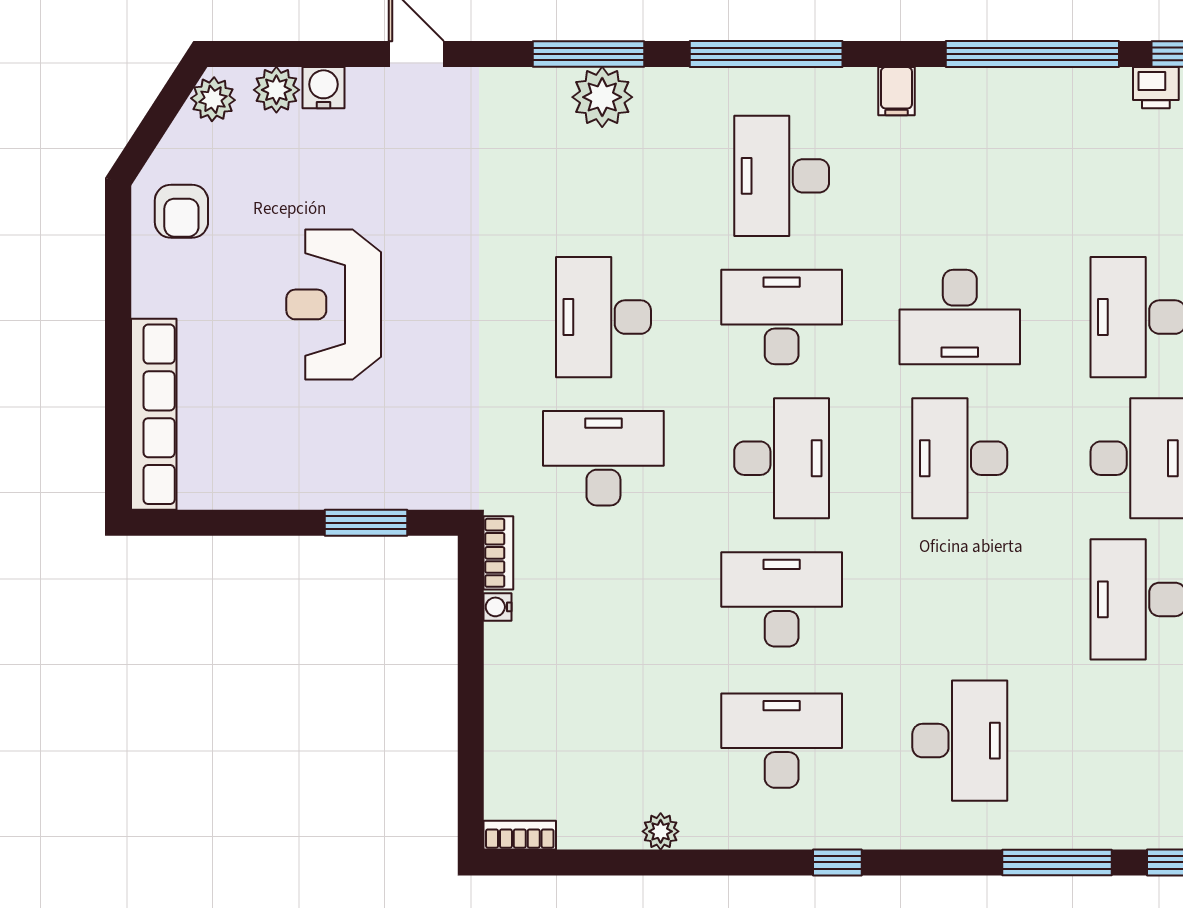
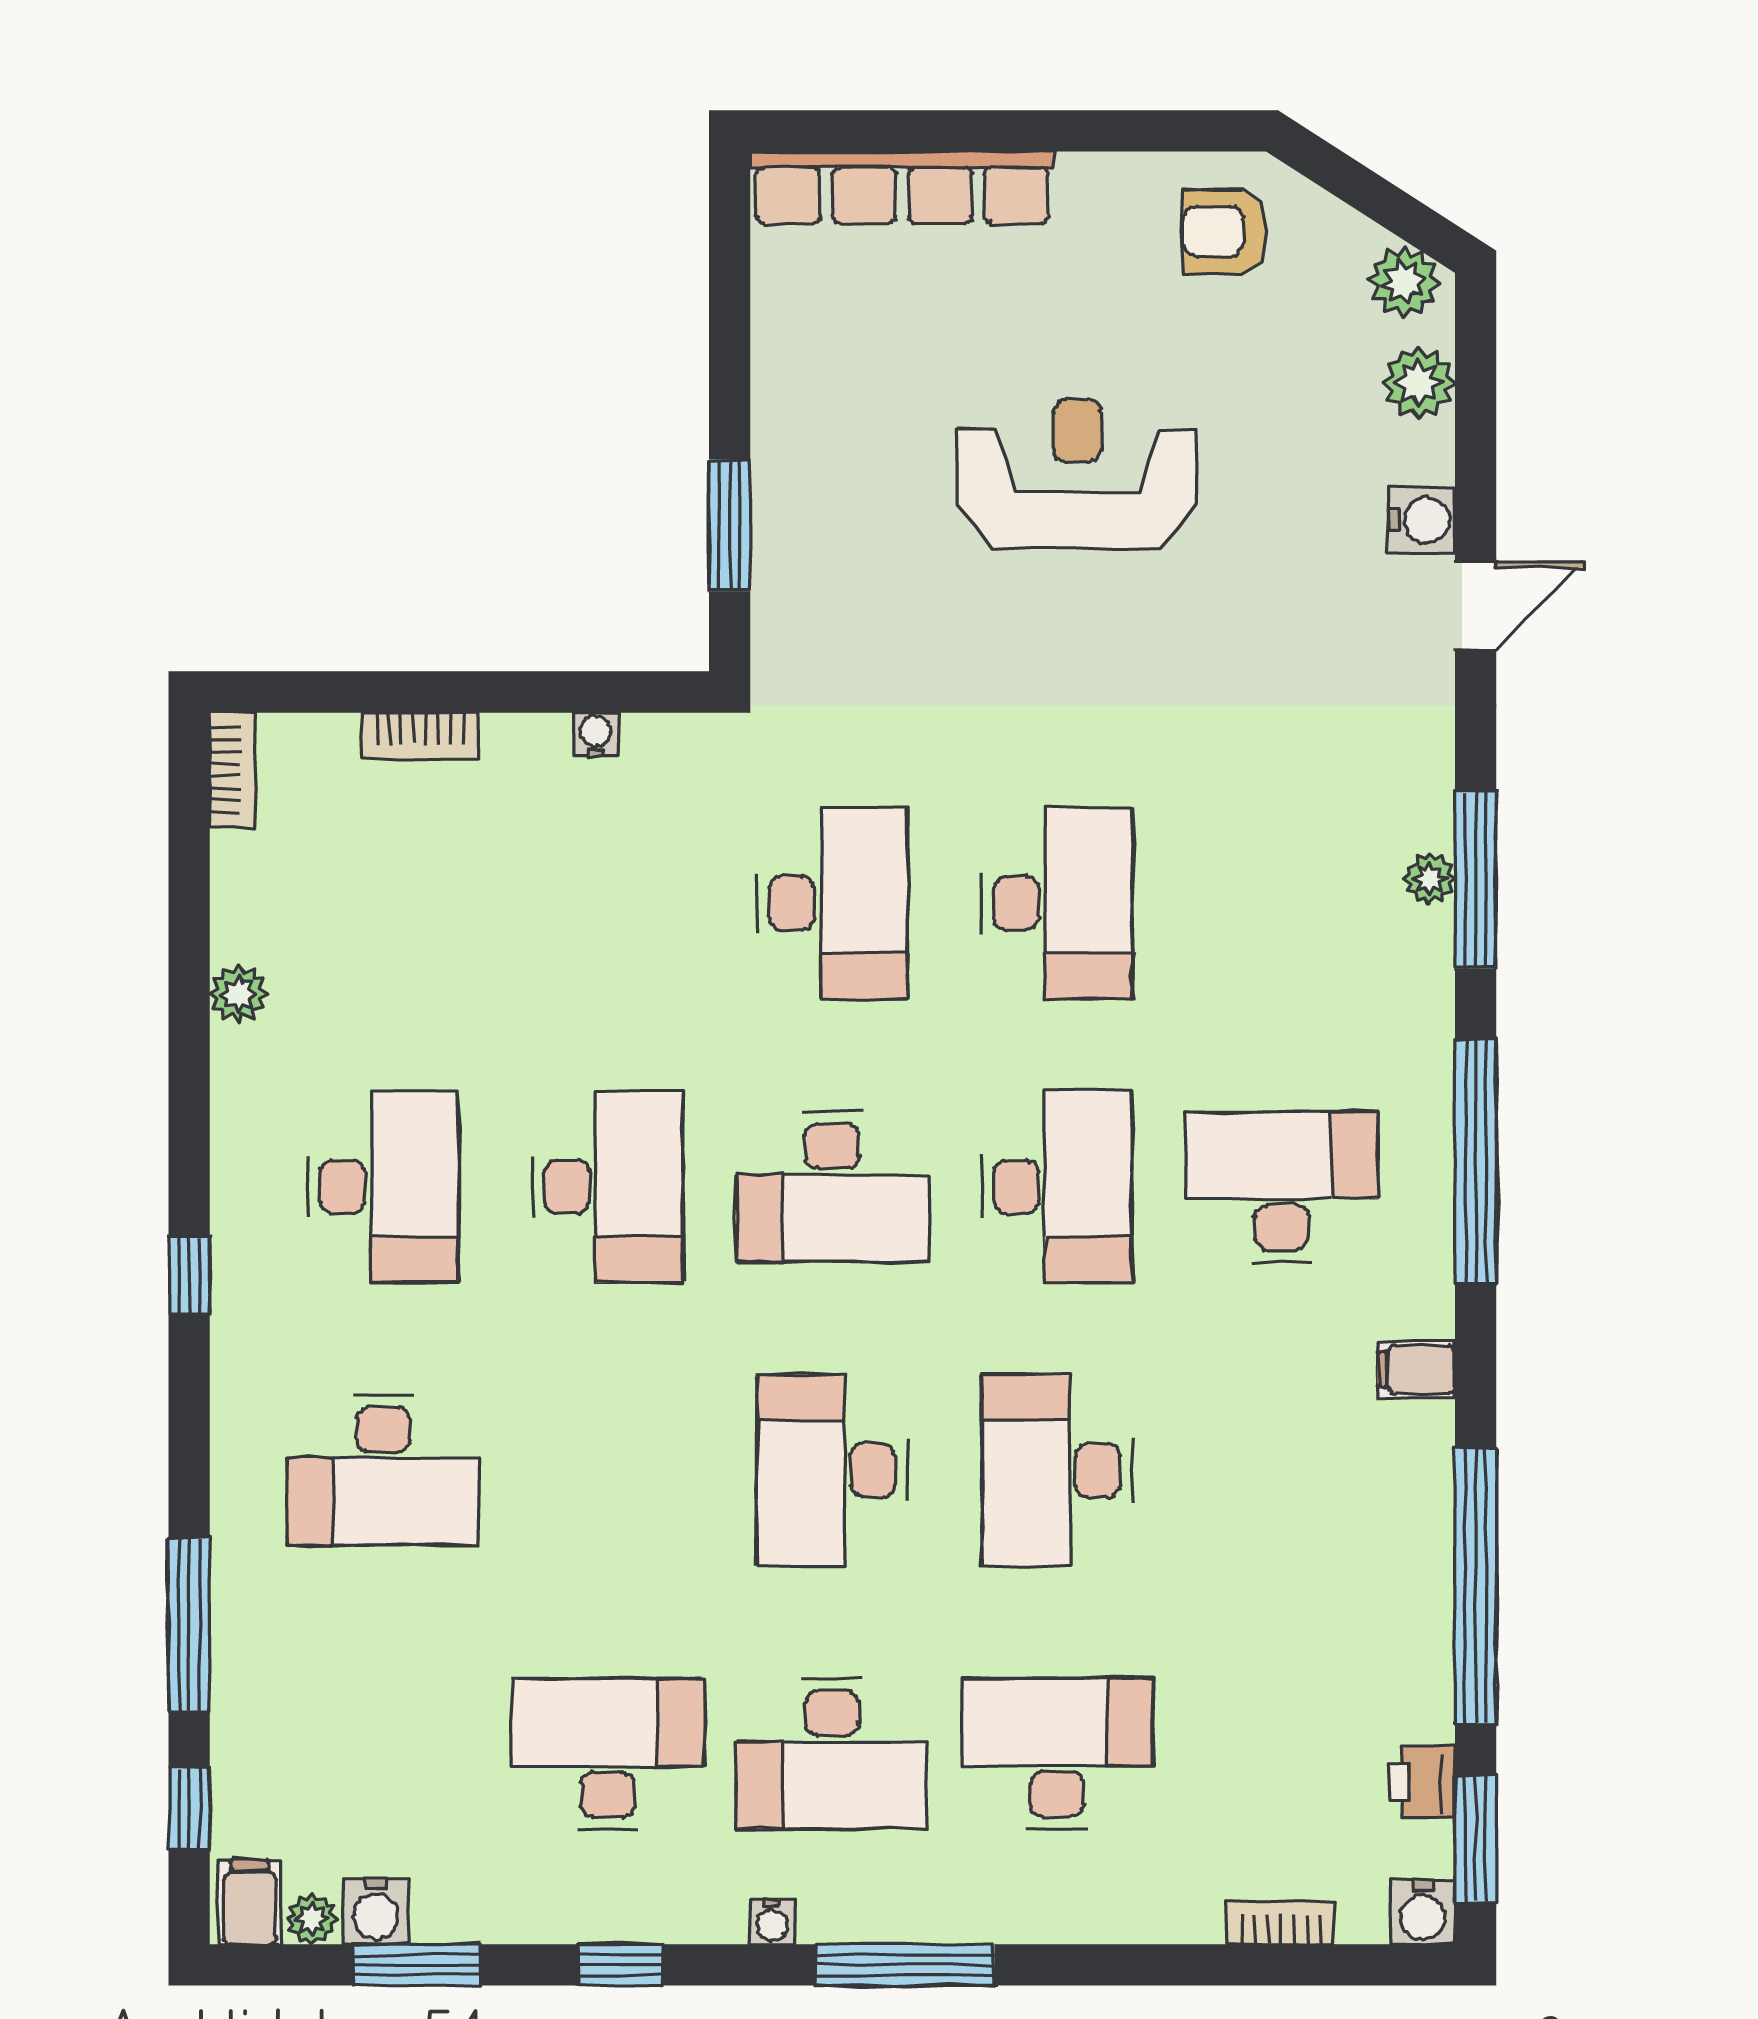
water cooler: (323, 88) -> (1422, 520), moved
plant: (602, 97) -> (1429, 879), width x0.53, depth x0.53
desk: (603, 317) -> (1057, 903), turned 90
desk: (960, 458) -> (832, 1470), turned -90
bookcase: (498, 553) -> (420, 736), moved

